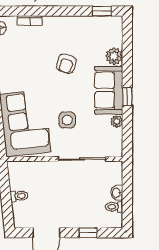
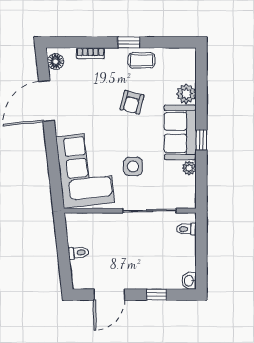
window: (102, 11) -> (129, 42), moved
coffee table: (75, 27) -> (142, 60), added
washbasin: (117, 193) -> (189, 281), moved
toilet: (114, 207) -> (186, 229), moved

